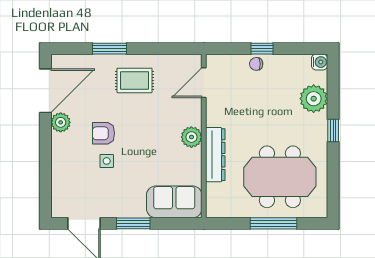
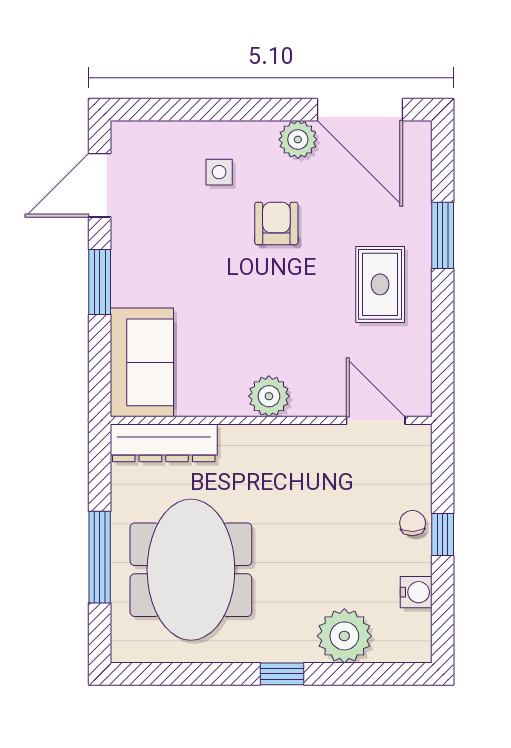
water cooler: (320, 62) -> (416, 592), moved, turned -90
dresser: (215, 155) -> (164, 443), moved
side table: (107, 161) -> (219, 172), moved

